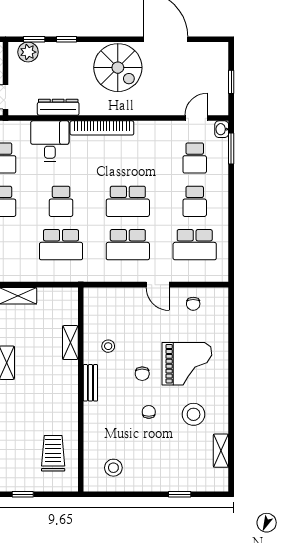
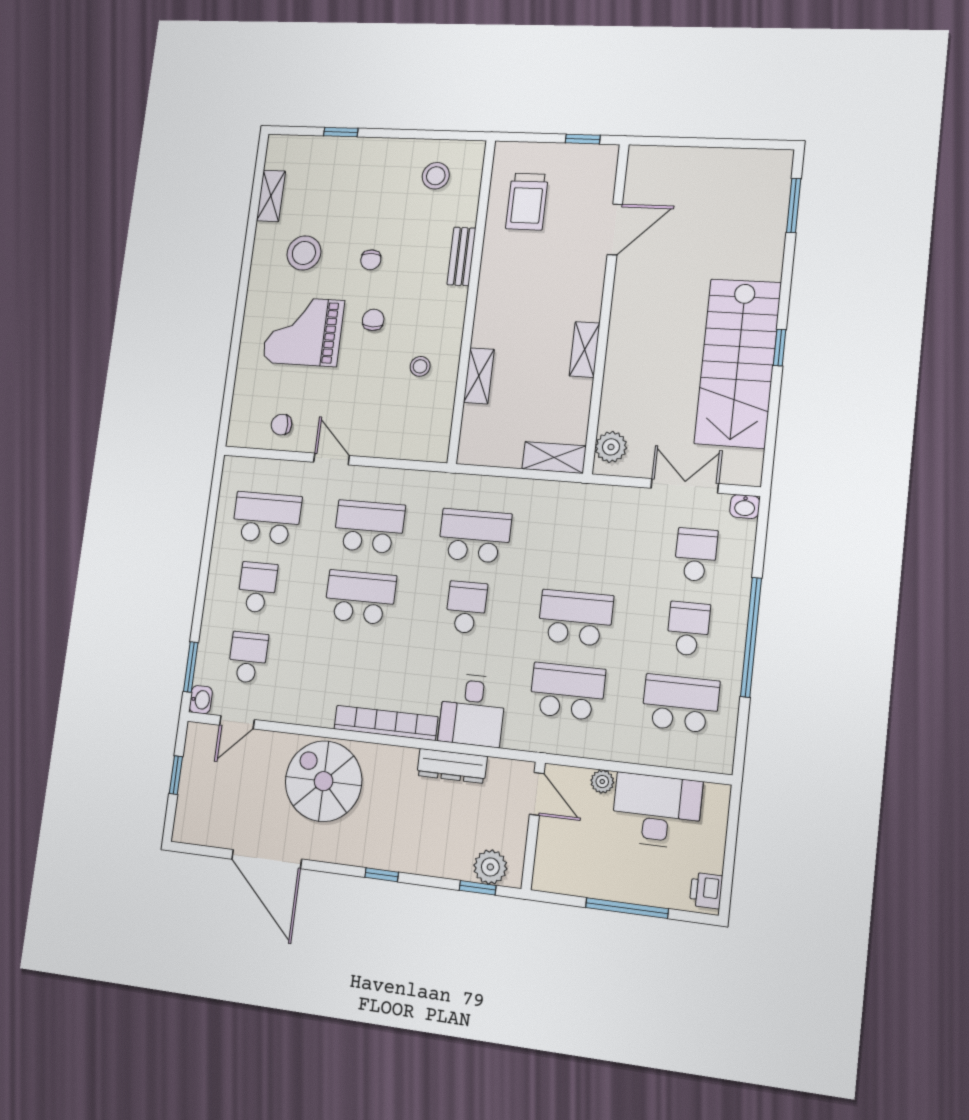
window: (67, 39) -> (382, 875), moved
spiral stairs: (118, 68) -> (324, 781), moved
chair: (193, 304) -> (281, 425), turned -93
bench: (90, 383) -> (461, 256), moved

